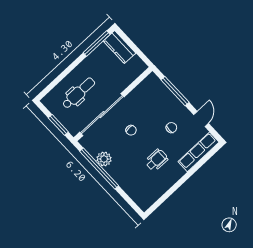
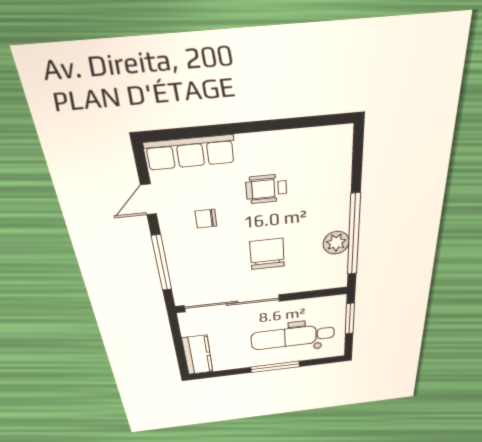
window: (97, 44) -> (275, 367), moved
dental chair: (79, 93) -> (293, 337), width x1.36, depth x1.38
sliding door: (102, 115) -> (232, 303), moved
chair: (131, 130) -> (267, 254), width x1.87, depth x1.87

